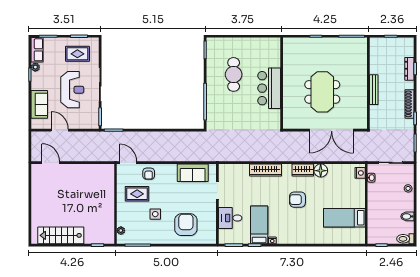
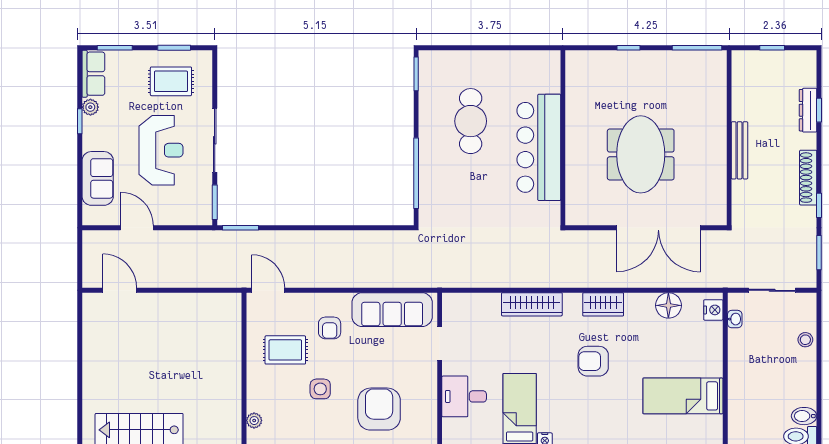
bar counter: (269, 88) -> (539, 147), width x1.36
floor lamp: (321, 171) -> (668, 305), moved
sofa: (193, 173) -> (392, 310), width x1.36
armchair: (149, 174) -> (330, 328), moved
bidet: (407, 216) -> (804, 416), moved

